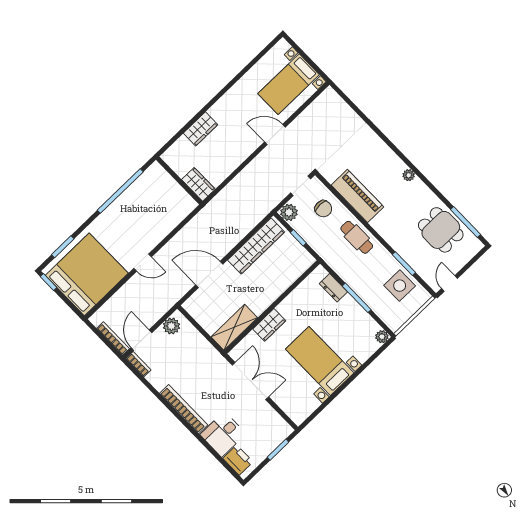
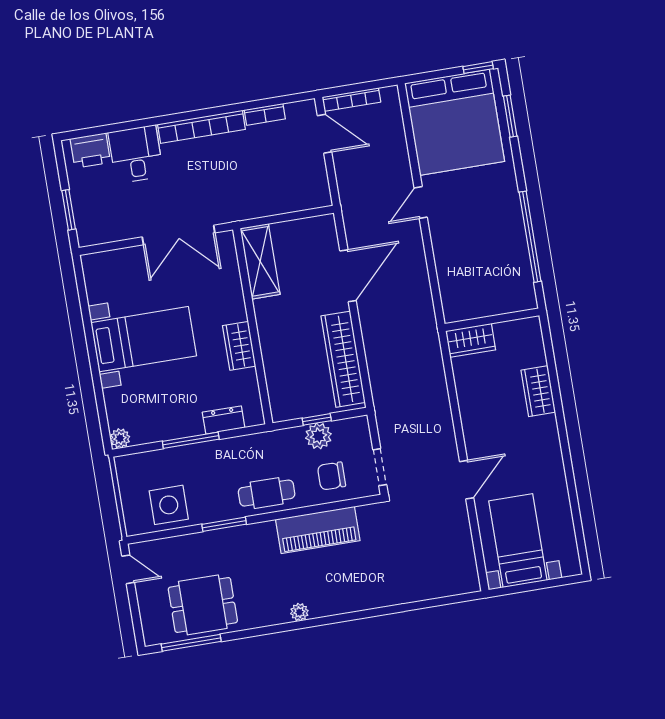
plant: (289, 212) -> (318, 436), moved
window: (404, 264) -> (224, 524), moved
wardrobe: (269, 325) -> (239, 346), moved
plant: (171, 326) -> (316, 184), removed
bookcase: (138, 364) -> (265, 114), moved

